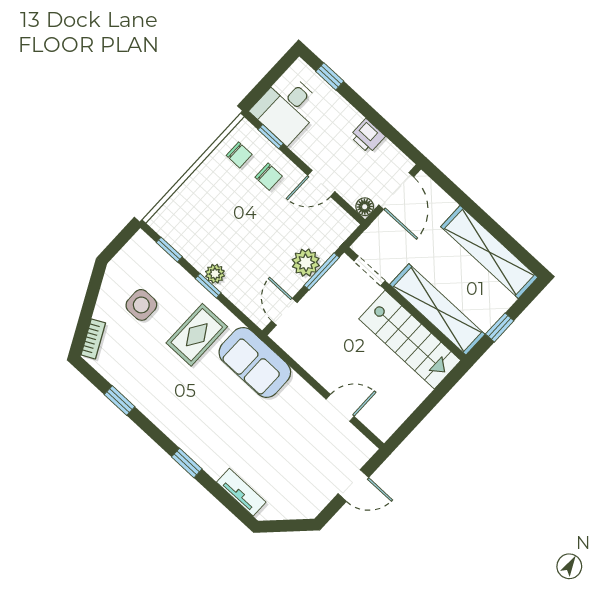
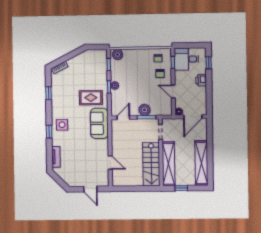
printer: (367, 136) -> (201, 80), moved
plant: (167, 218) -> (118, 55), added
side table: (141, 305) -> (62, 125), moved

